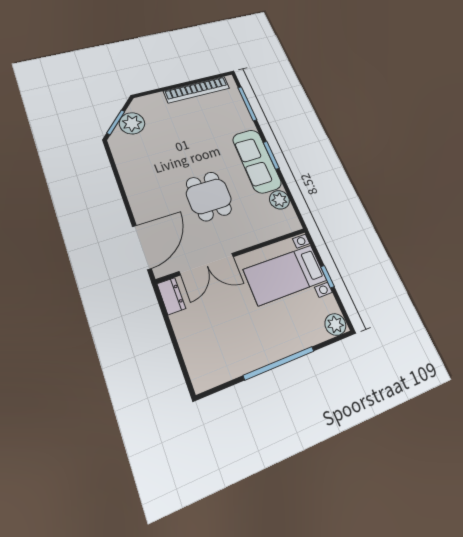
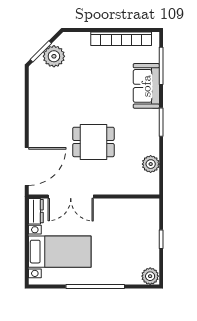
sofa: (257, 161) -> (146, 86), moved, width x0.73
dining table: (209, 196) -> (93, 142), turned 90
bed with nightstands: (285, 275) -> (60, 252), moved, turned 180

